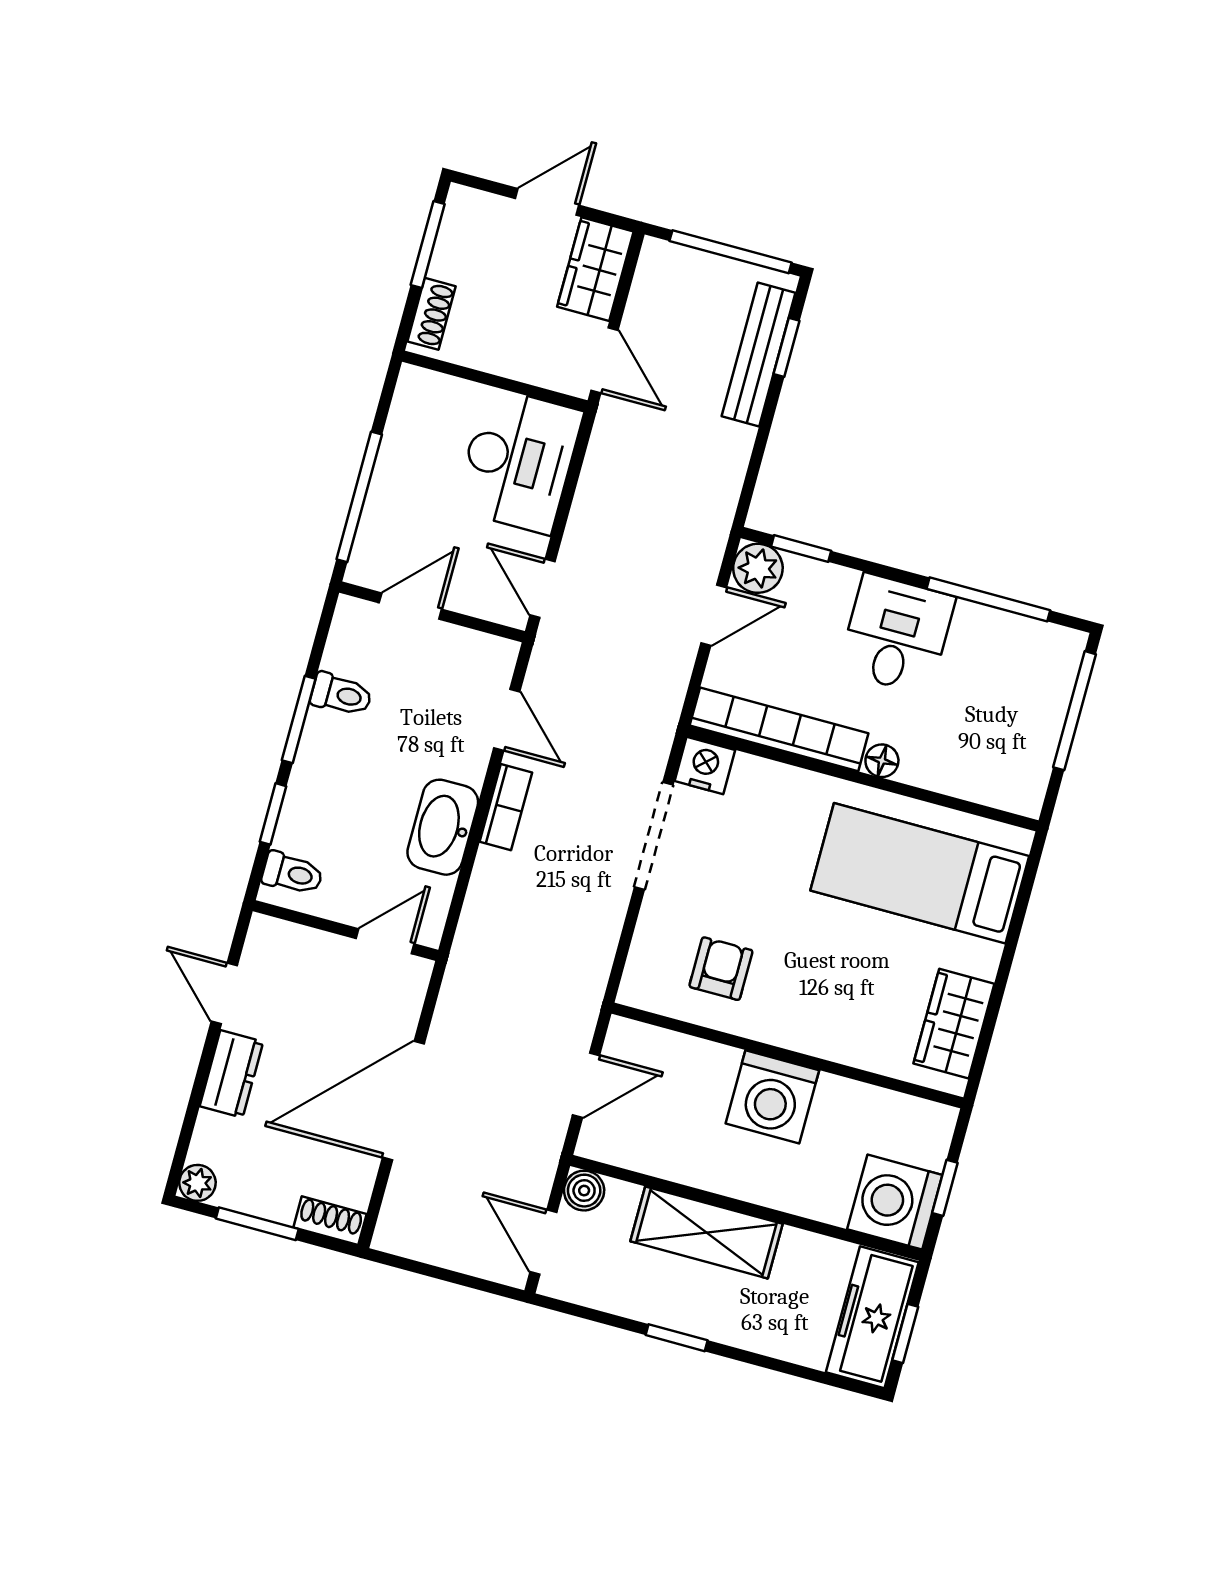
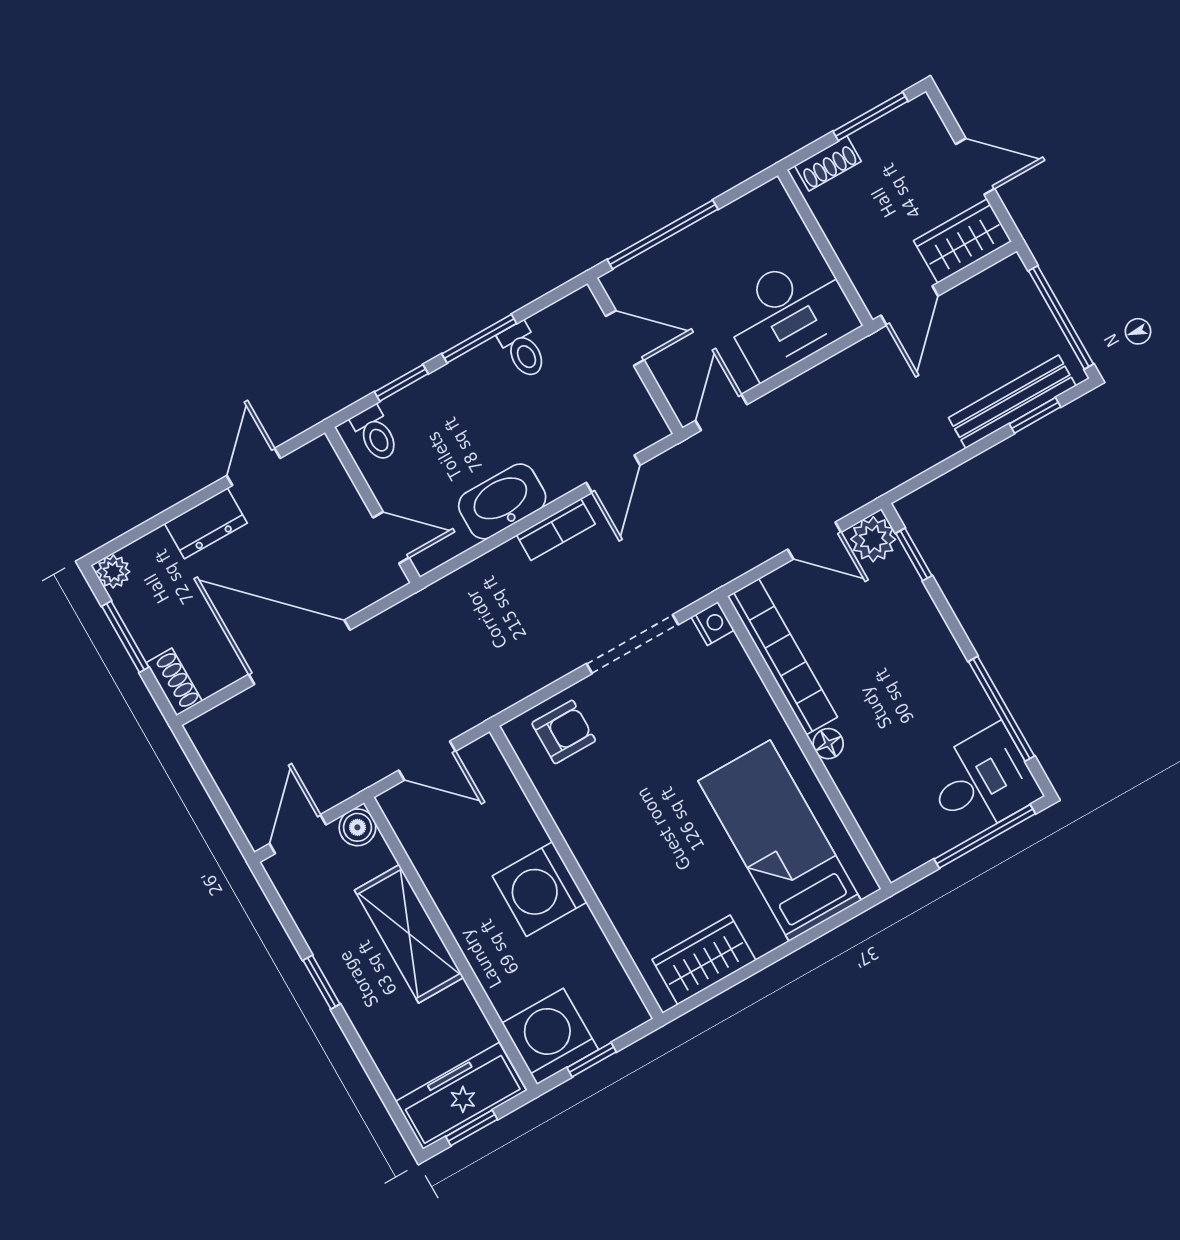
desk: (897, 634) -> (982, 781), moved
nightstand: (705, 765) -> (713, 624), width x0.72, depth x0.74
armchair: (721, 969) -> (564, 732), moved

